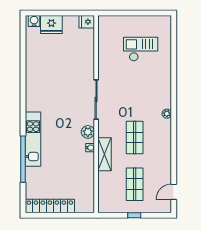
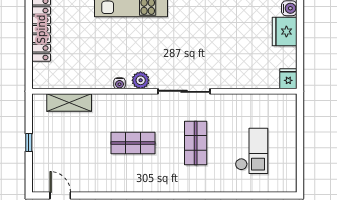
plant: (167, 114) -> (165, 186), removed
shelving: (104, 154) -> (69, 103), moved
shop shelf: (135, 184) -> (196, 143), moved, turned 90

